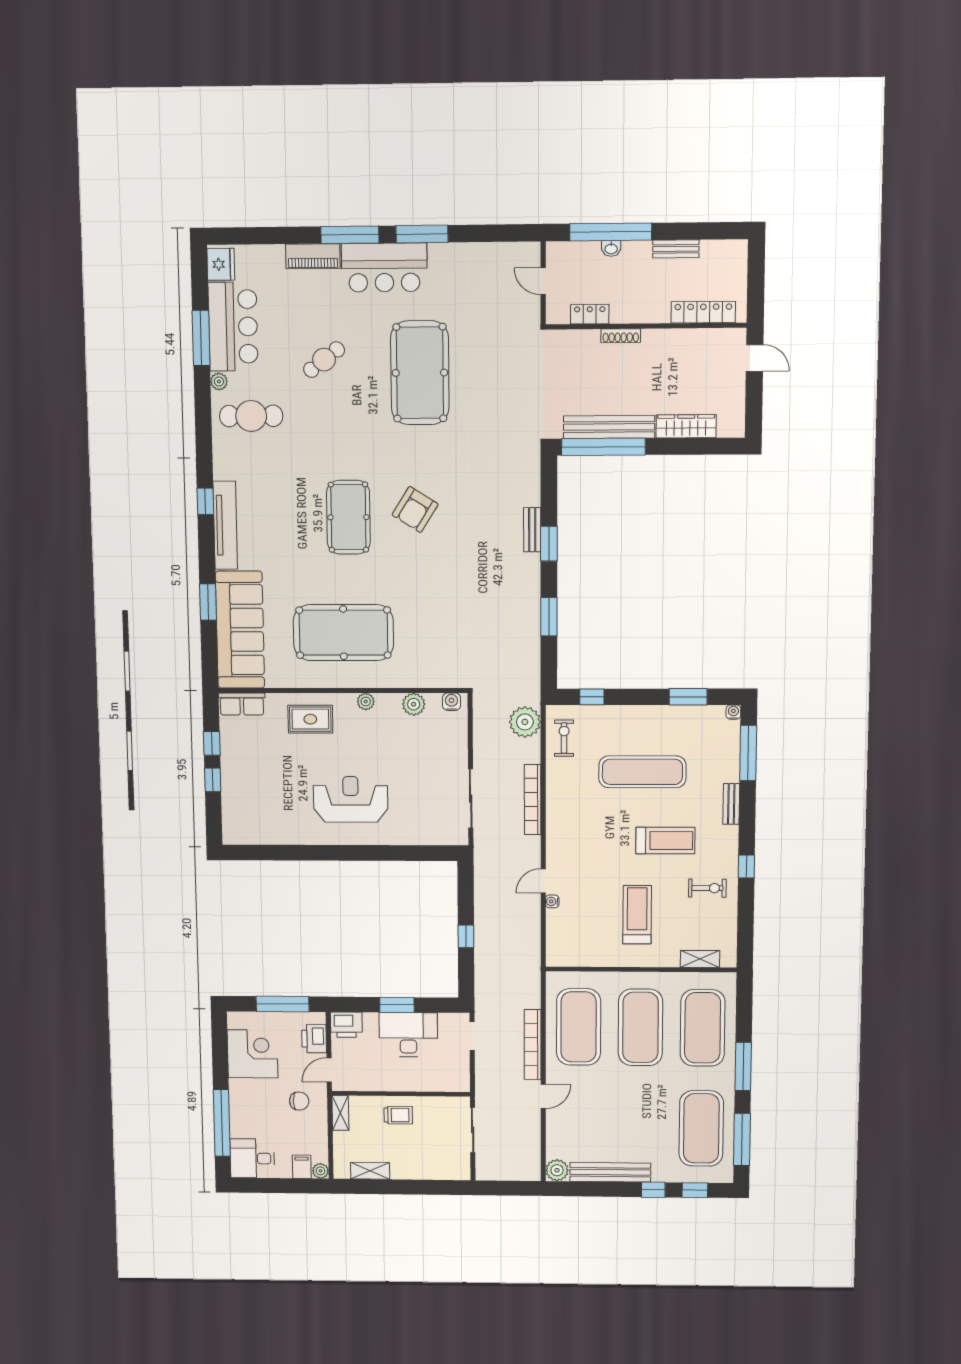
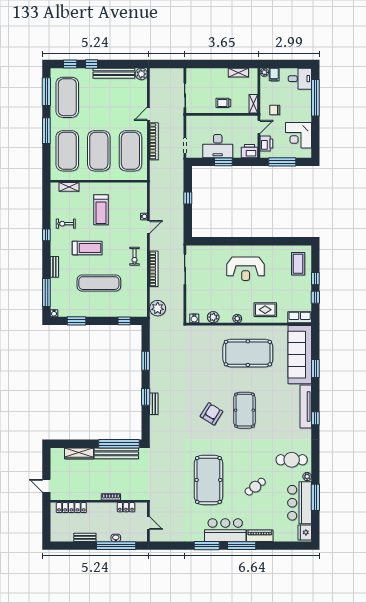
exercise bike: (564, 738) -> (134, 256), moved
coffee table: (247, 809) -> (298, 264), added
treadmill: (665, 841) -> (87, 248), turned 180

